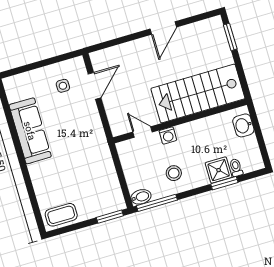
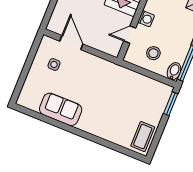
sofa: (30, 131) -> (61, 109), width x0.73
stool: (174, 173) -> (153, 53), moved

